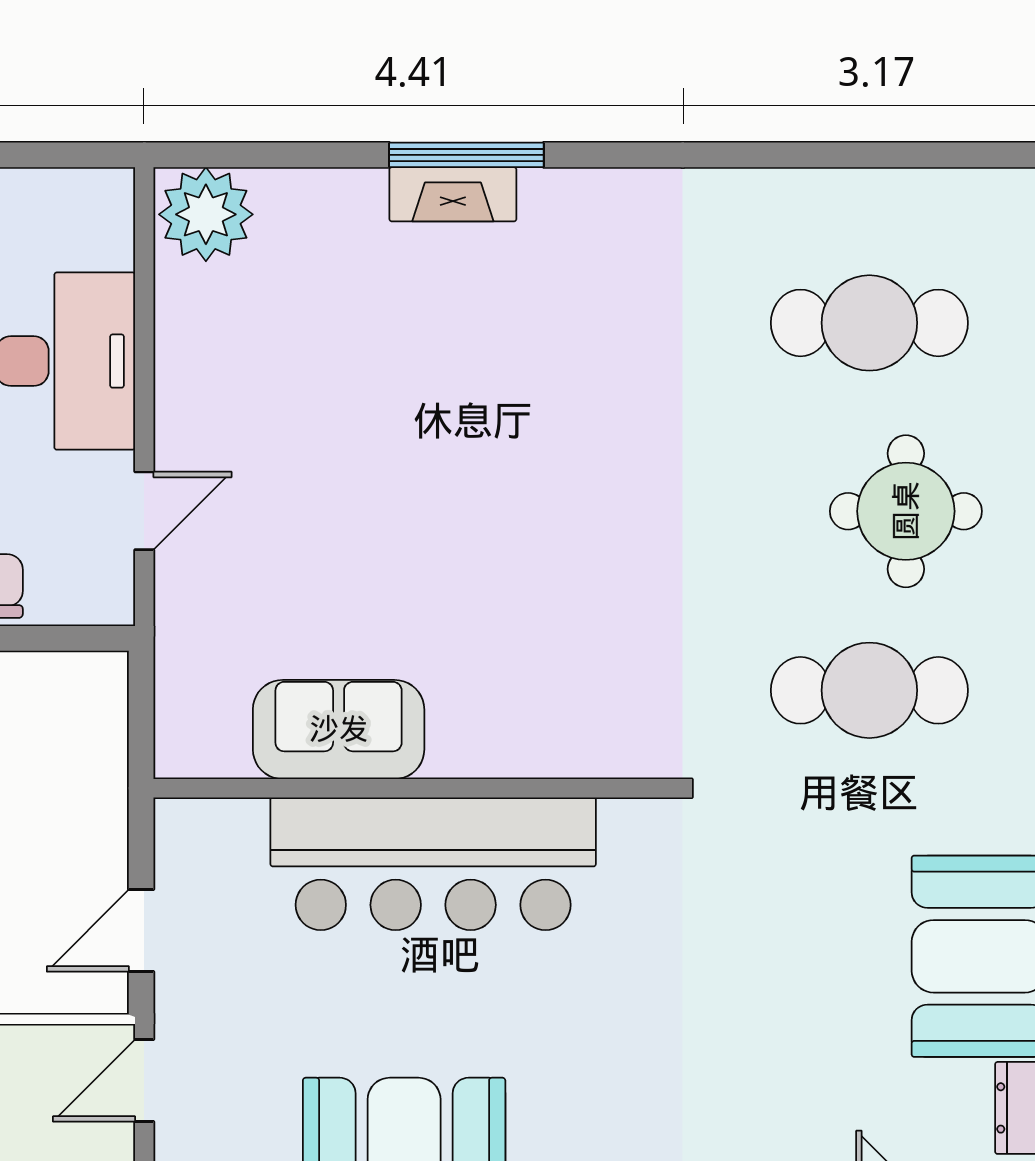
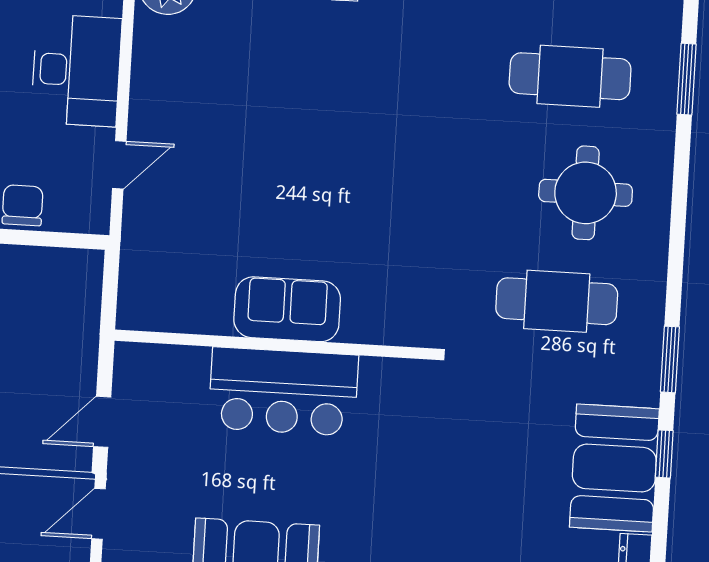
sofa: (339, 729) -> (287, 309), moved
bar counter: (433, 864) -> (283, 392), width x0.73

